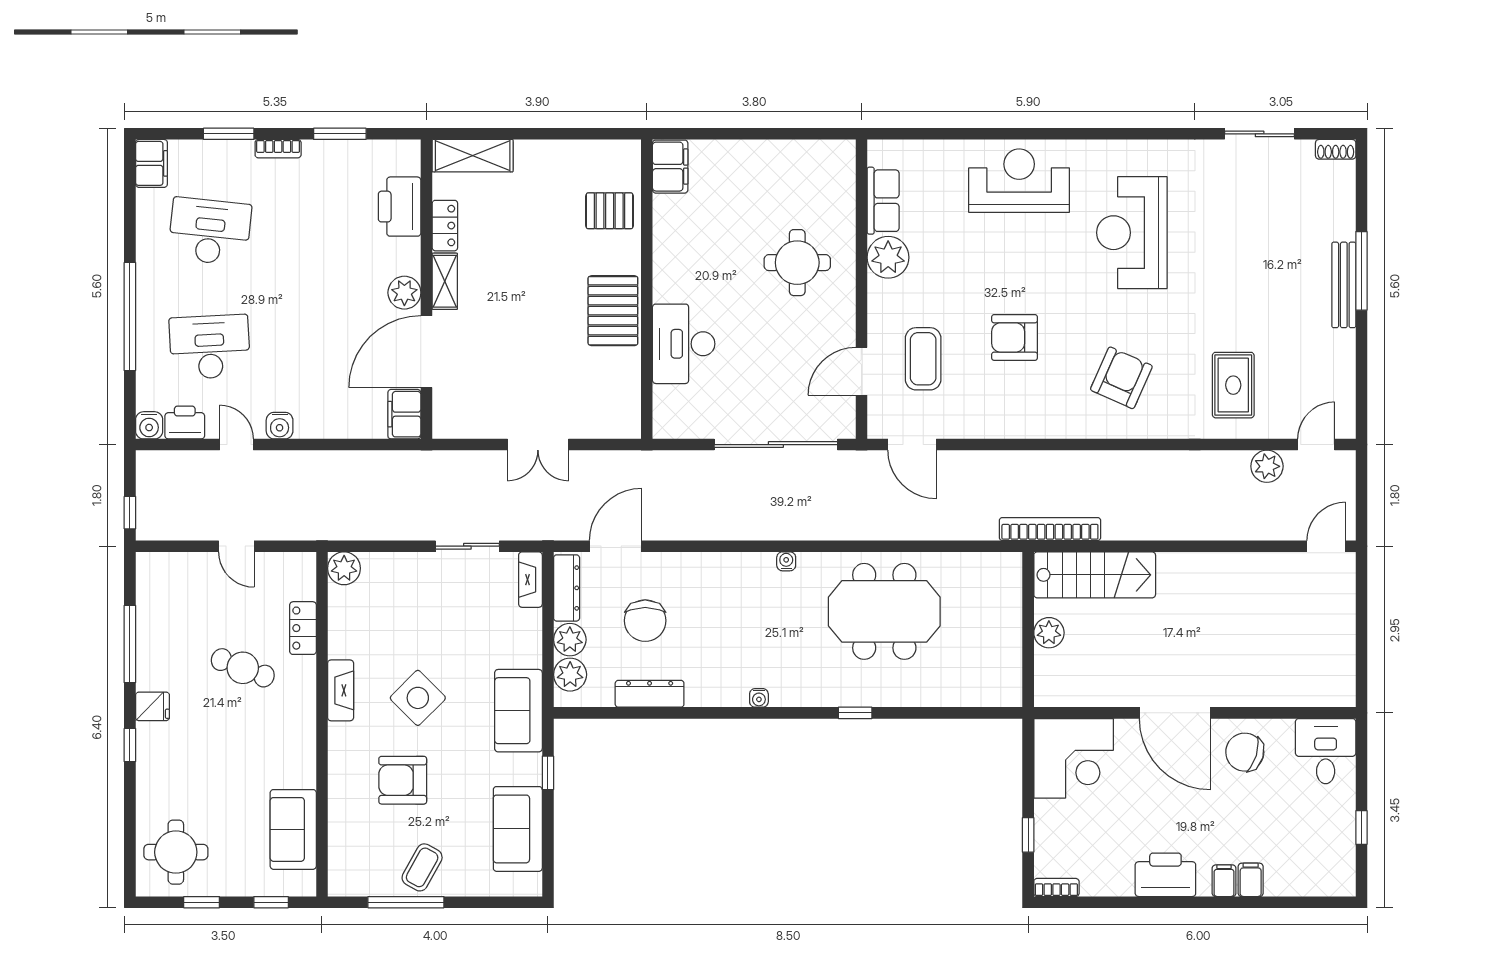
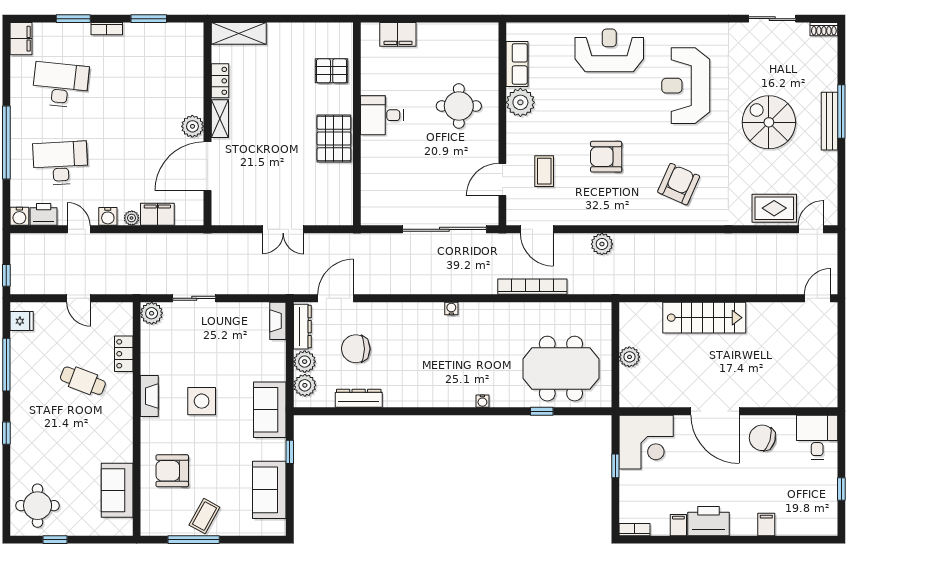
filing cabinet: (670, 167) -> (398, 34), moved, turned 90
printer: (400, 207) -> (189, 68), removed
spiral stairs: (1255, 287) -> (769, 122), added
desk: (684, 344) -> (382, 115), moved, width x0.73
coffee table: (923, 359) -> (544, 171), width x0.73, depth x0.77
rug: (1233, 385) -> (774, 208), moved, turned 90
filing cabinet: (404, 414) -> (157, 214), moved, turned 90
plant: (314, 428) -> (132, 218), added
plant: (1267, 466) -> (602, 244), moved
bookcase: (1050, 529) -> (532, 287), moved
sliding door: (467, 546) -> (194, 298), moved
stairs: (1095, 575) -> (704, 318), moved
meeting table: (884, 611) -> (561, 369), moved
chair: (645, 621) -> (356, 349), turned 90
side table: (418, 698) -> (202, 401), turned 45
water cooler: (759, 698) -> (482, 401), moved
fridge: (153, 706) -> (22, 321), moved
window: (855, 713) -> (542, 411), moved
armchair: (403, 780) -> (172, 471), moved
window: (1028, 835) -> (615, 466), moved
filing cabinet: (1224, 881) -> (678, 525), moved
window: (271, 902) -> (102, 540), removed

